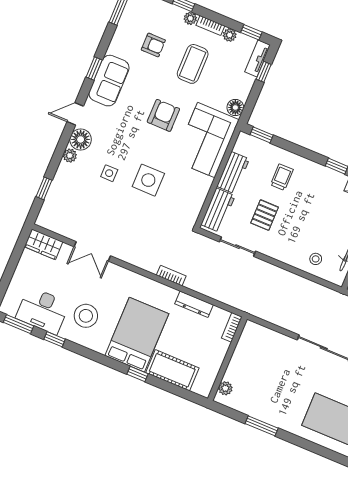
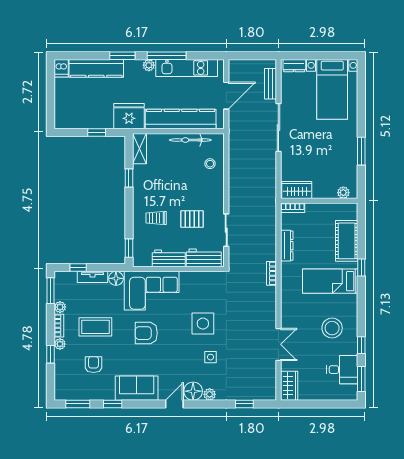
window: (251, 32) -> (51, 291), width x1.50
tv unit: (258, 58) -> (93, 277), moved
window: (94, 69) -> (113, 404), moved
door: (75, 114) -> (174, 404), swing flipped
desk: (43, 310) -> (342, 370), width x0.73
bed: (137, 335) -> (330, 281), width x0.67
wardrobe: (249, 340) -> (297, 190), added

